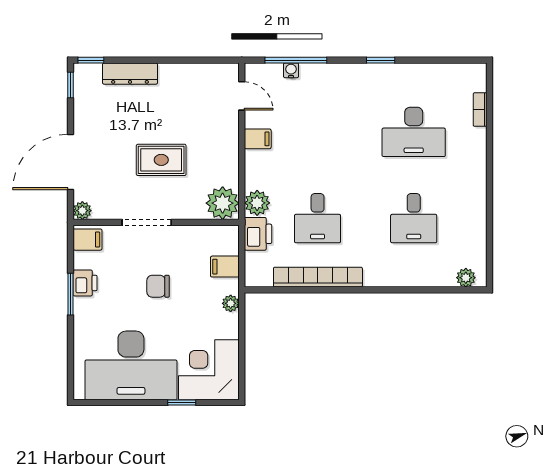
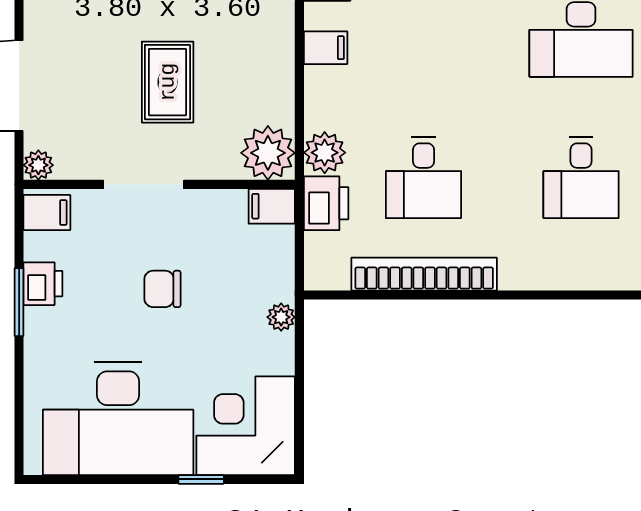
rug: (161, 160) -> (168, 82), turned 90
filing cabinet: (225, 267) -> (272, 206), moved

